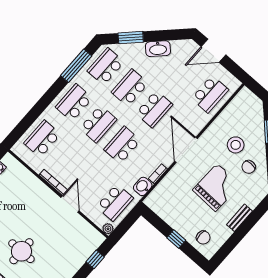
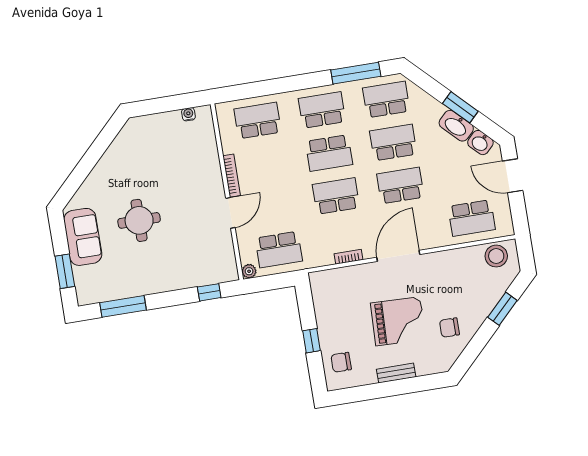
window: (131, 38) -> (460, 107), moved
school desk: (154, 109) -> (400, 186), turned 180
stool: (236, 145) -> (496, 256), moved
washbasin: (143, 186) -> (480, 143), moved, turned -135
chair: (203, 237) -> (341, 362), turned 90

